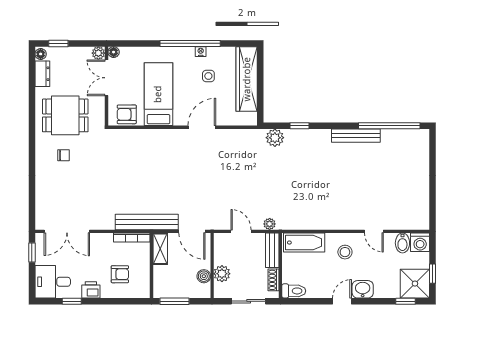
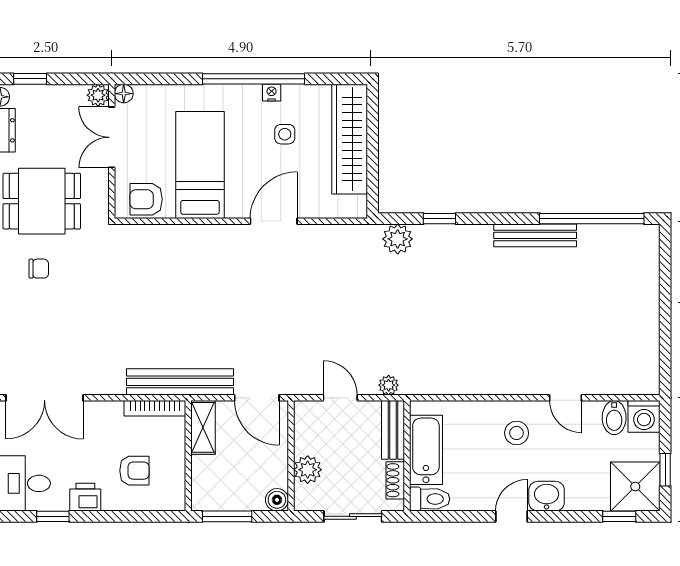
bathtub: (304, 243) -> (426, 450), moved, turned -90
boiler: (204, 276) -> (277, 500), moved

